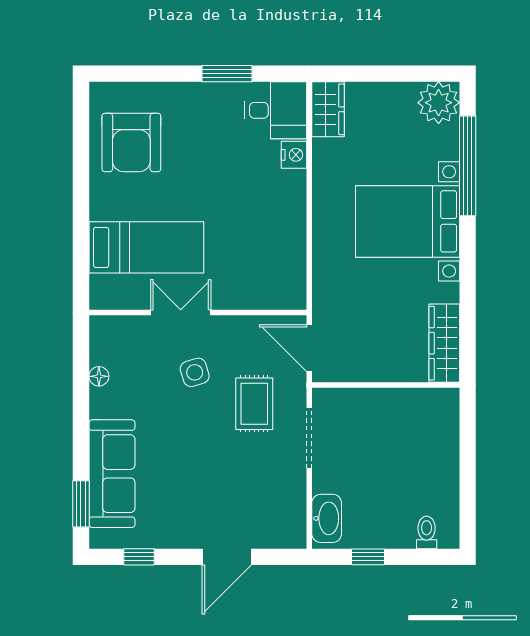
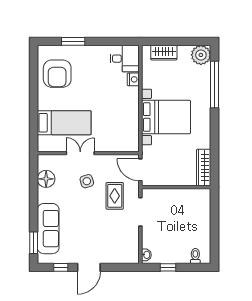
window: (227, 74) -> (73, 41), moved
wardrobe: (328, 109) -> (164, 53), moved, turned 90
bed with nightstands: (408, 221) -> (166, 117), moved, turned 180
floor lamp: (99, 376) -> (46, 179), width x1.89, depth x1.89
washbasin: (327, 518) -> (146, 255), width x0.52, depth x0.69
door: (227, 557) -> (89, 267), moved

